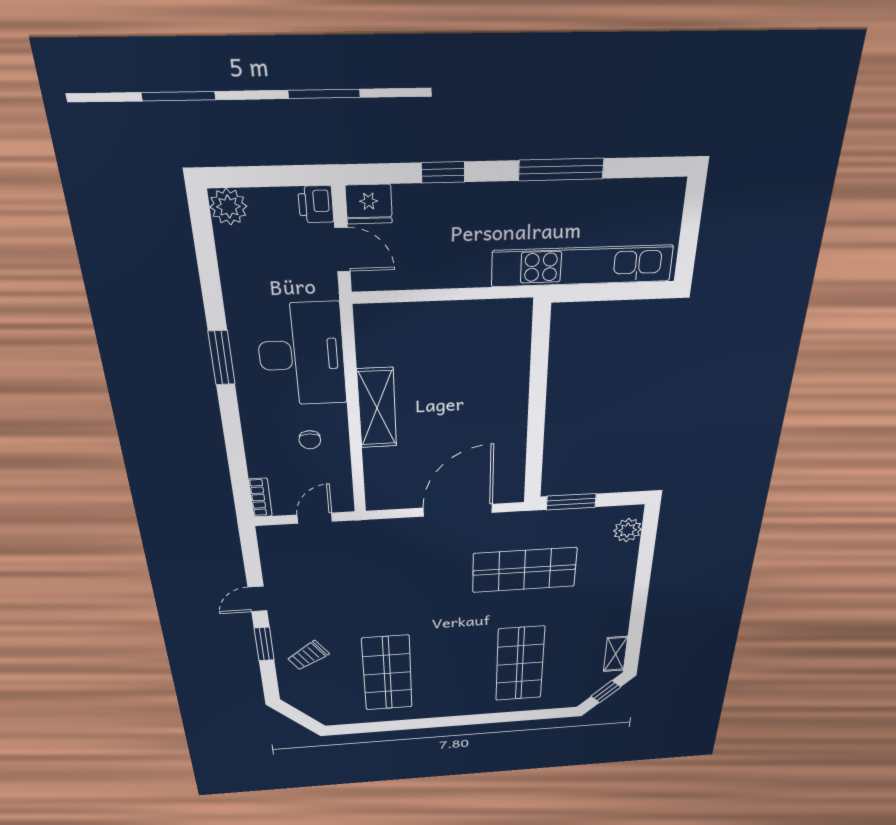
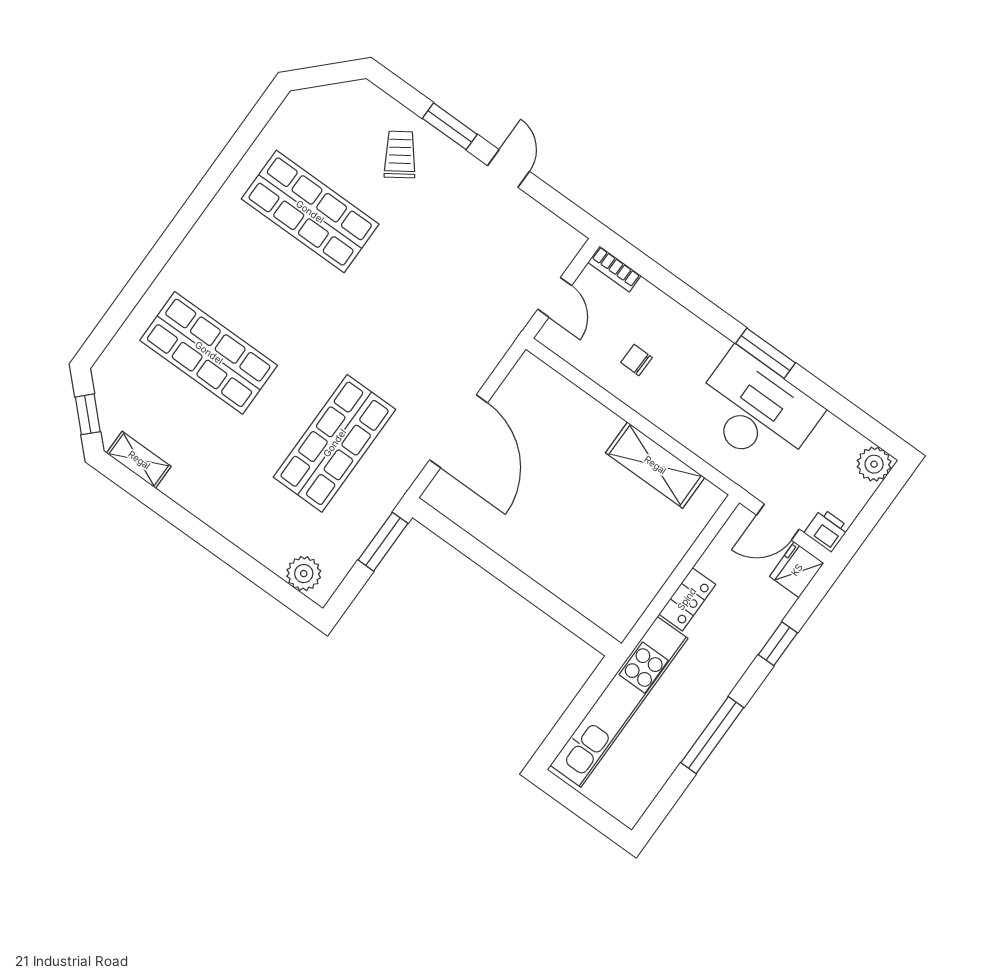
locker: (461, 274) -> (687, 599), added
desk: (302, 355) -> (756, 411), moved, turned 180
shelving: (377, 408) -> (655, 465), moved

